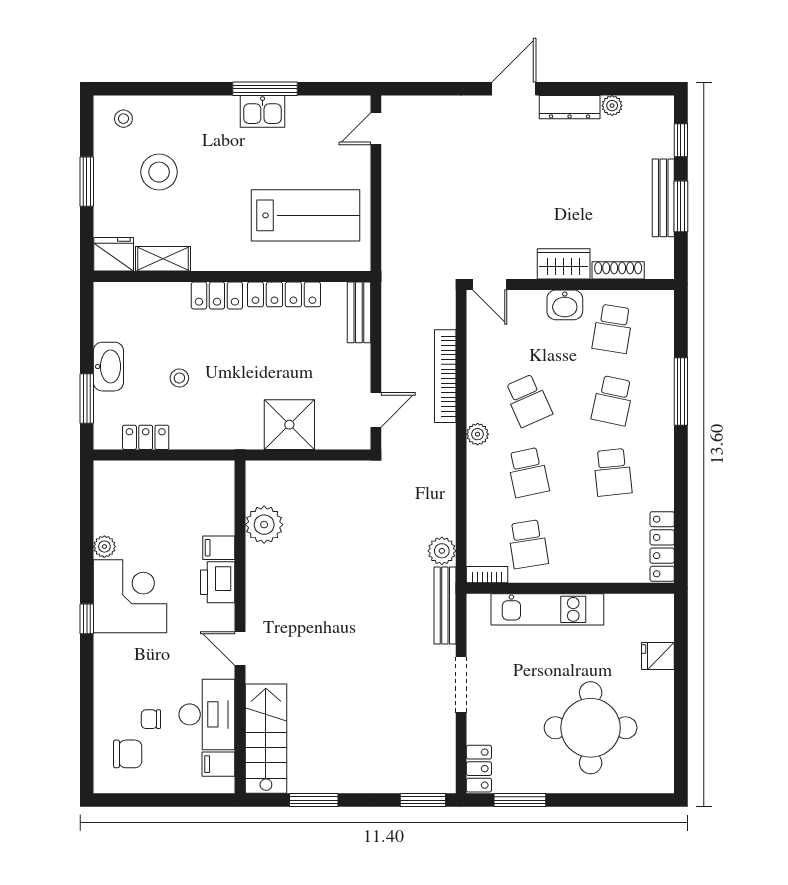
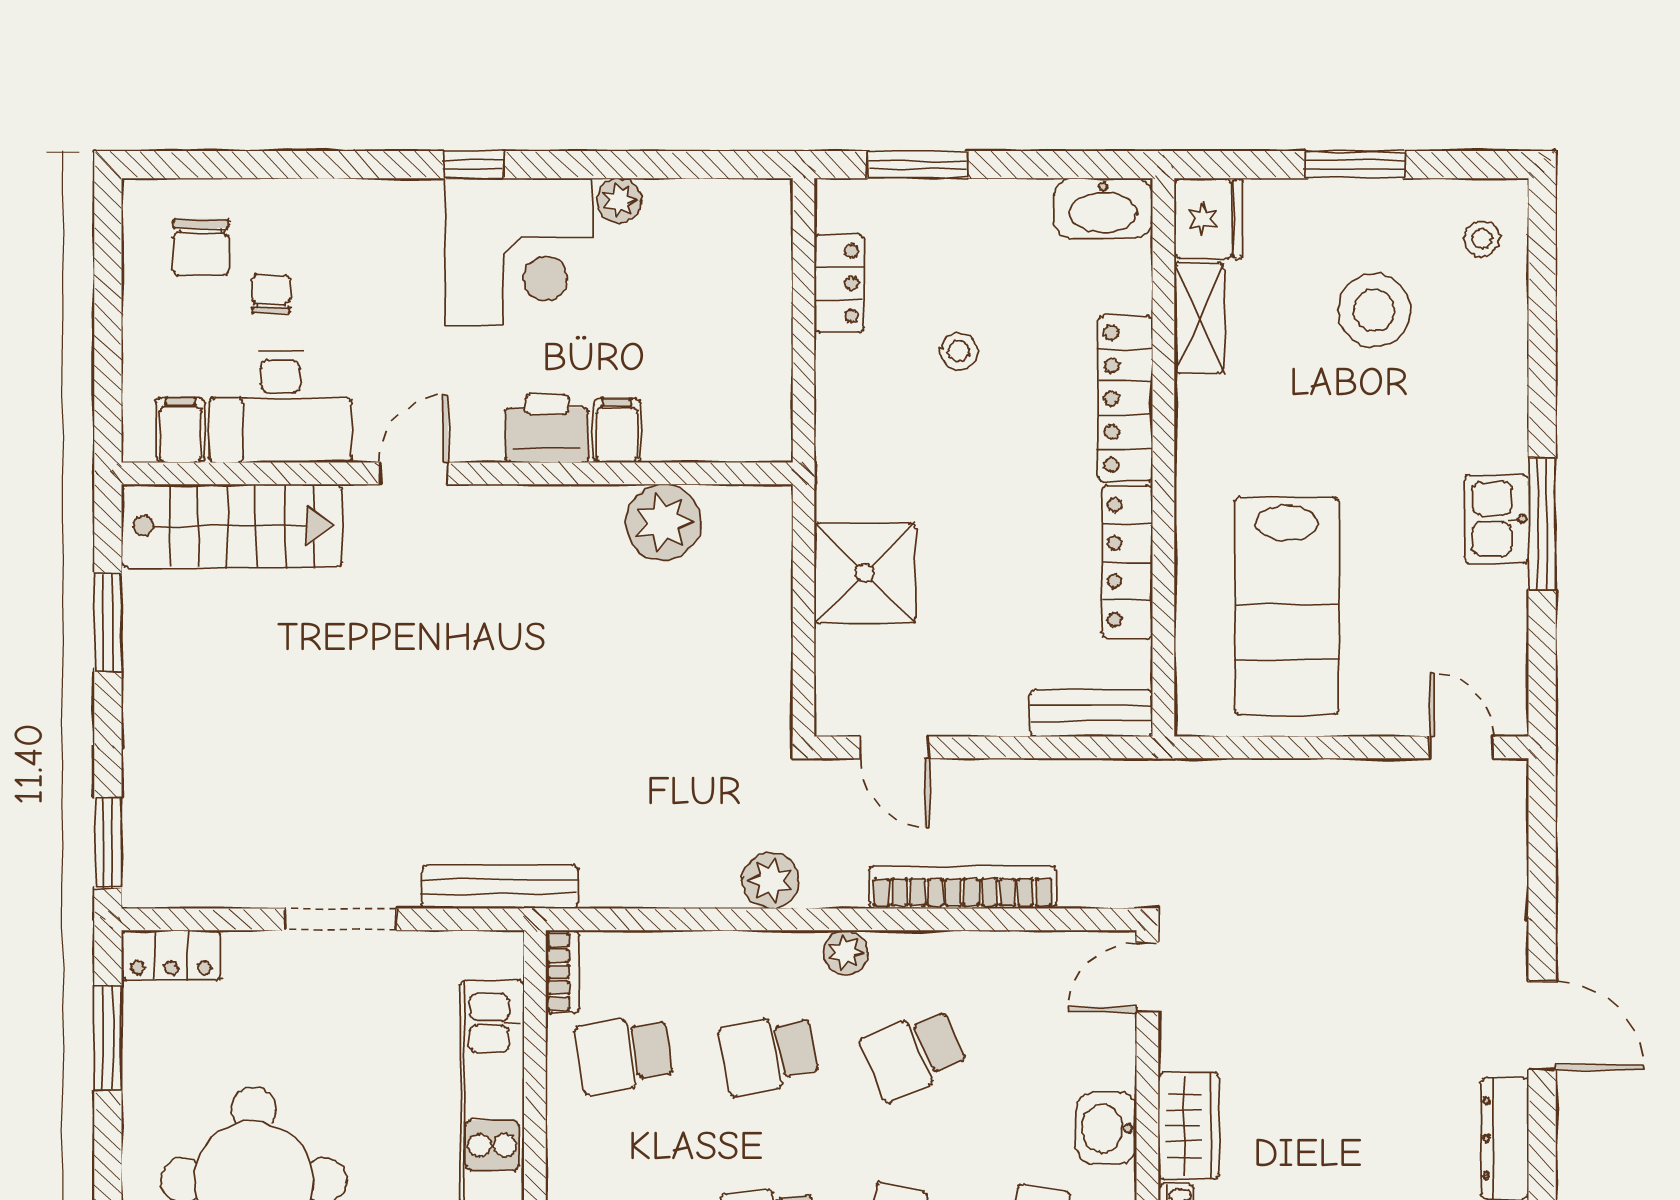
locker: (217, 295) -> (1125, 398), width x1.53
washbasin: (108, 367) -> (1103, 208), moved
plant: (442, 551) -> (771, 880), moved

